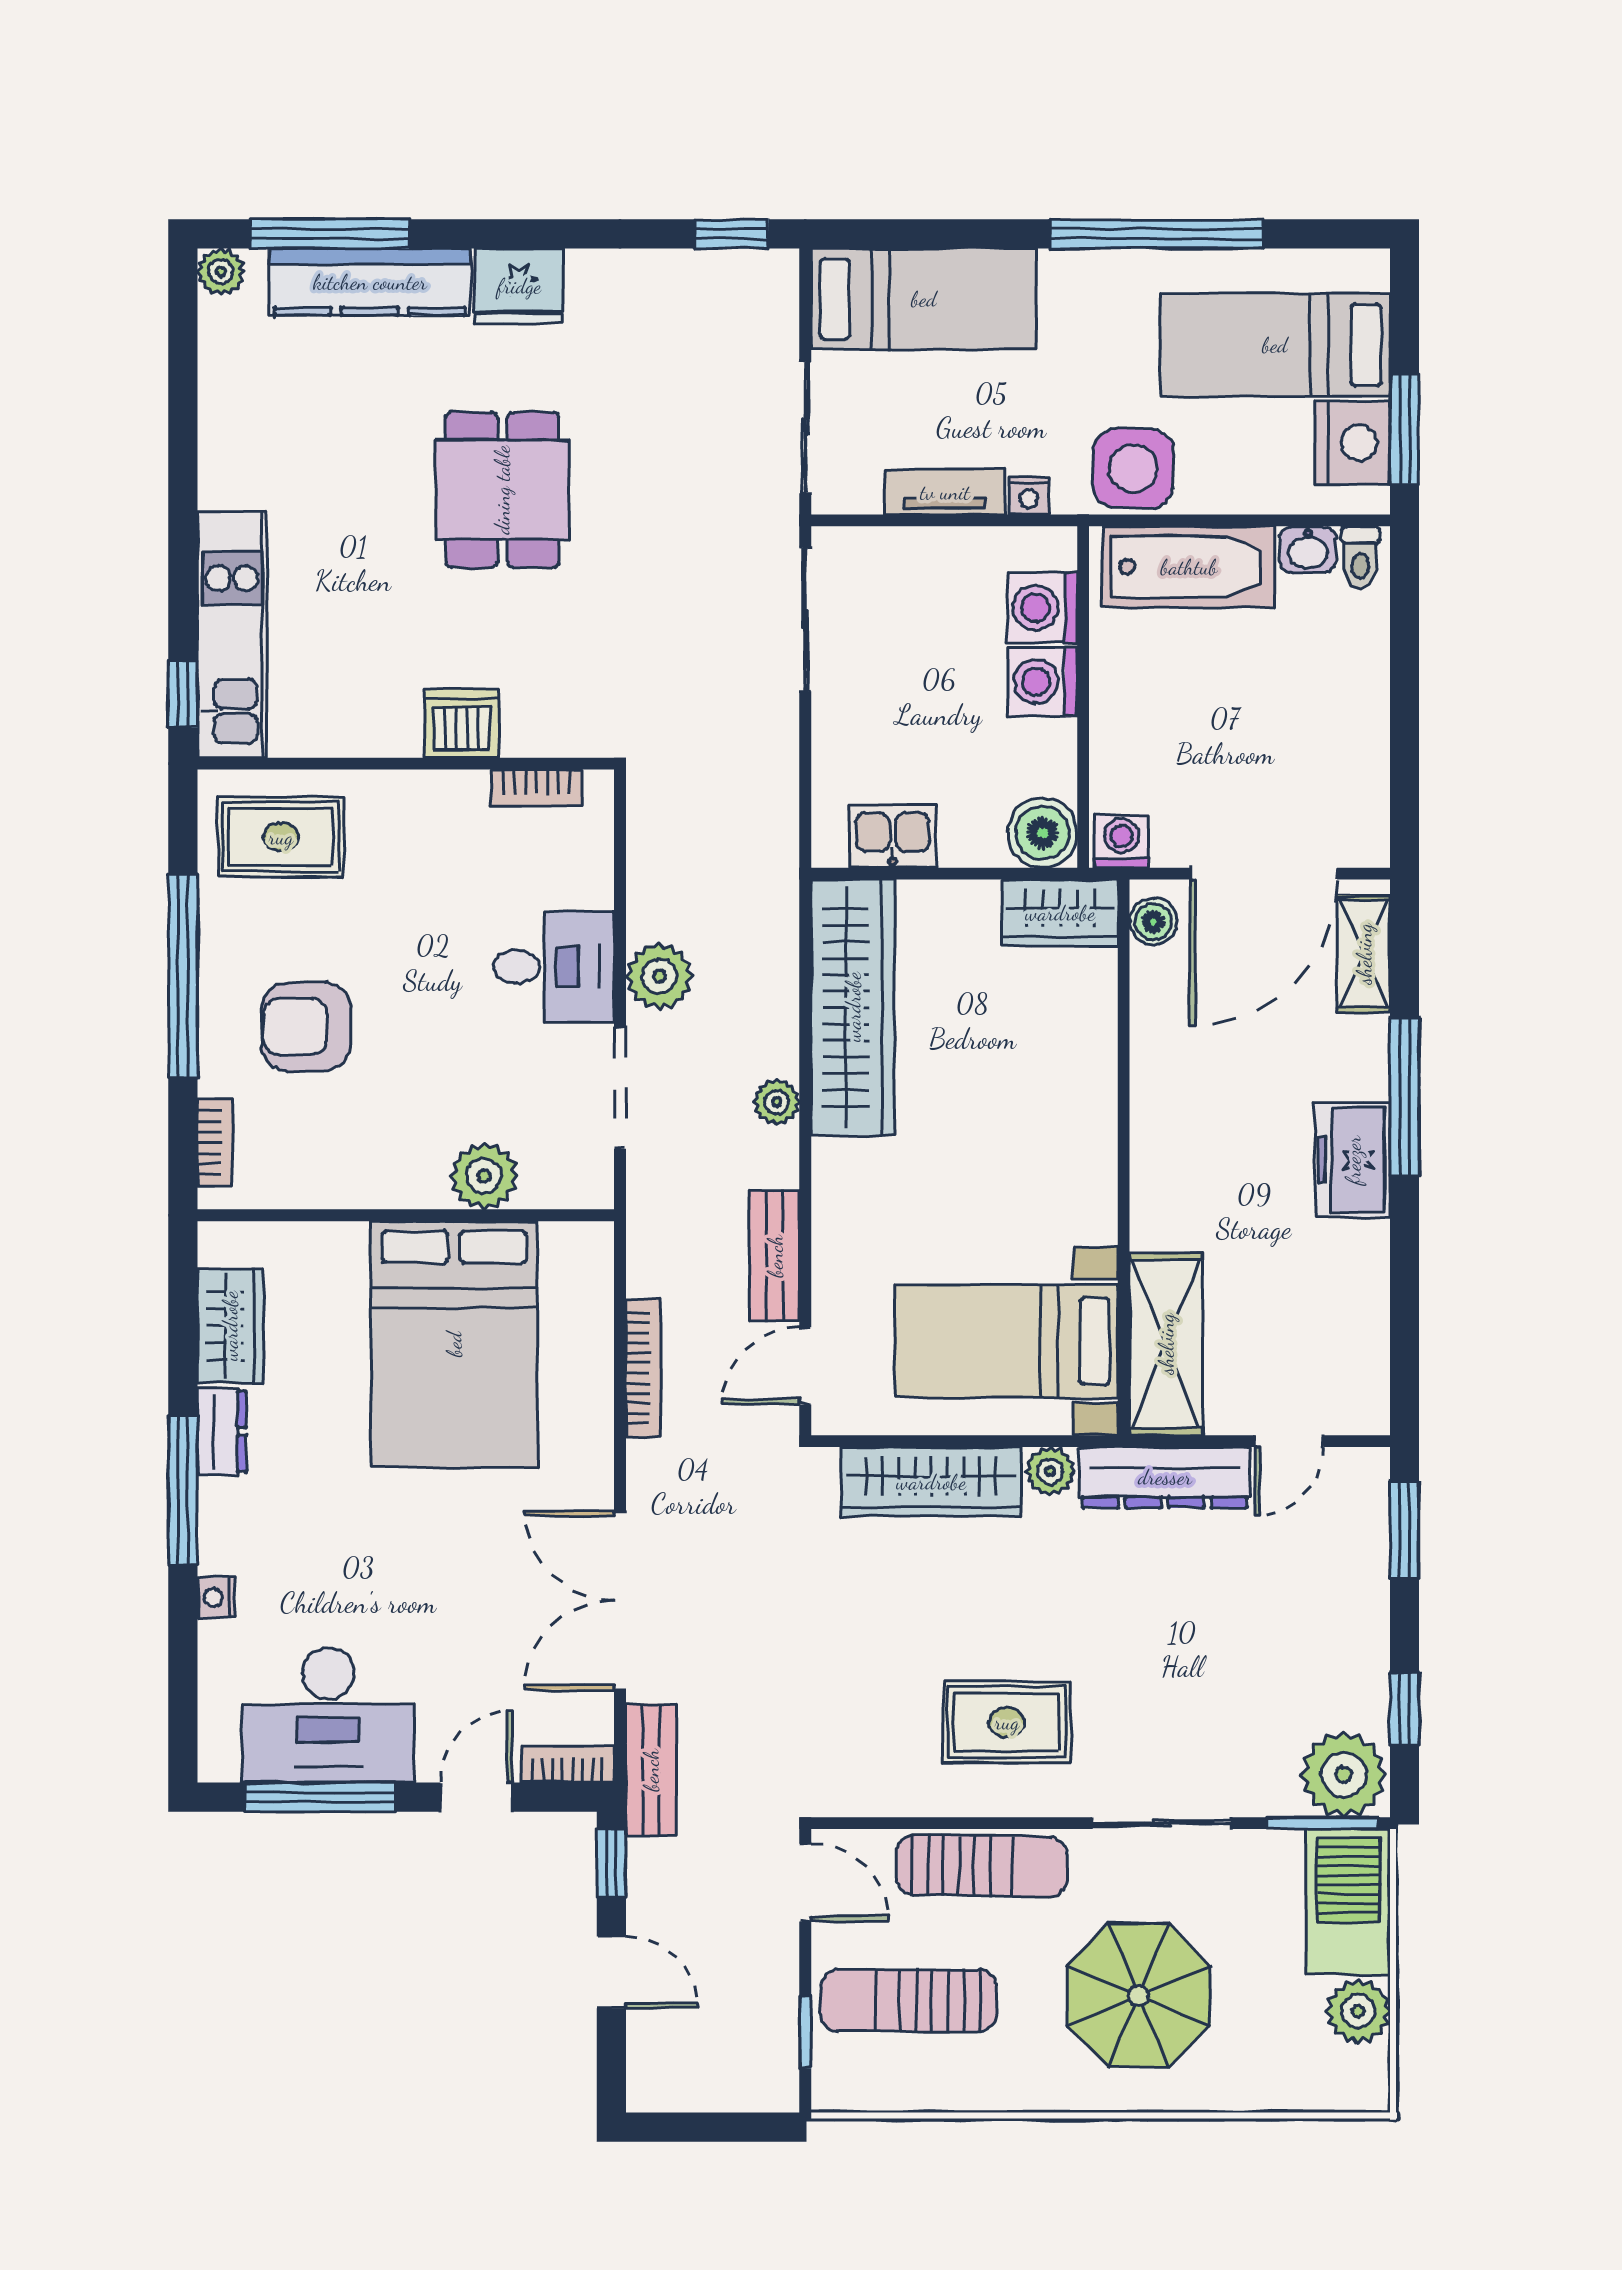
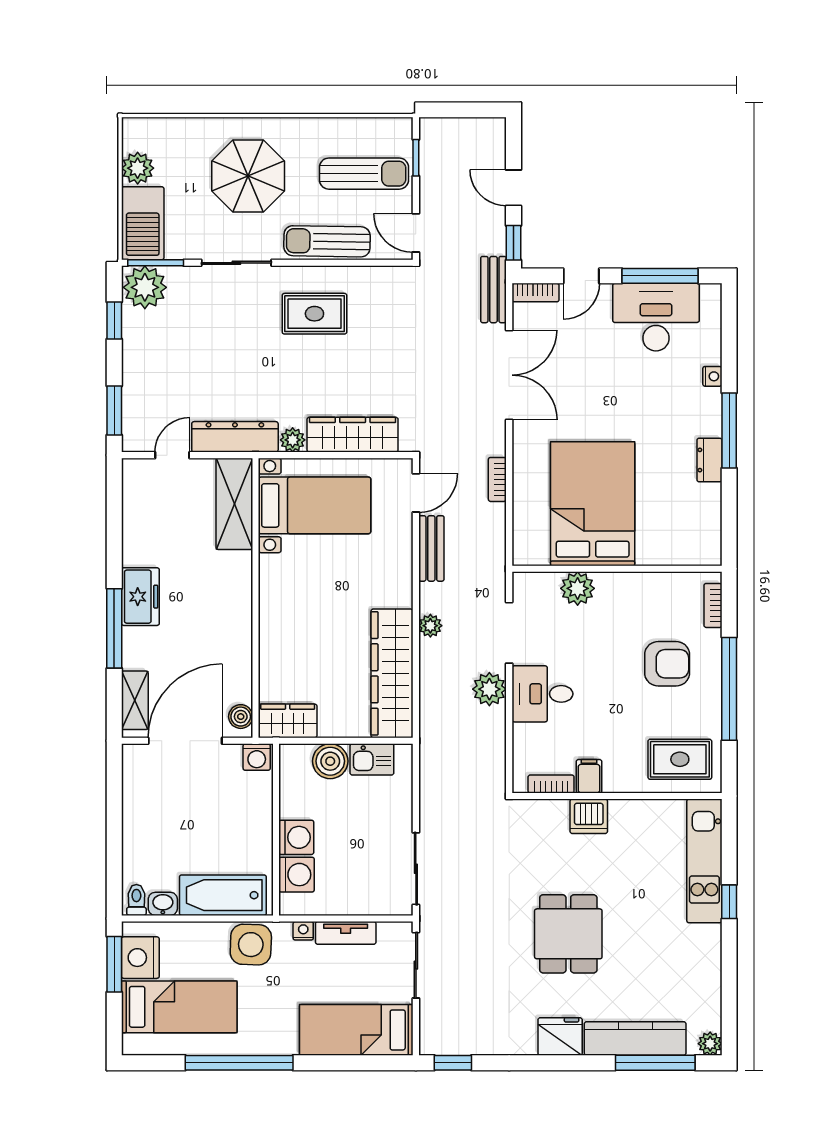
window: (183, 694) -> (729, 902), moved
filing cabinet: (461, 803) -> (589, 776), added
boiler: (1042, 833) -> (330, 761), moved
wardrobe: (230, 1326) -> (705, 513), removed
bookcase: (643, 1368) -> (497, 479), width x0.64

